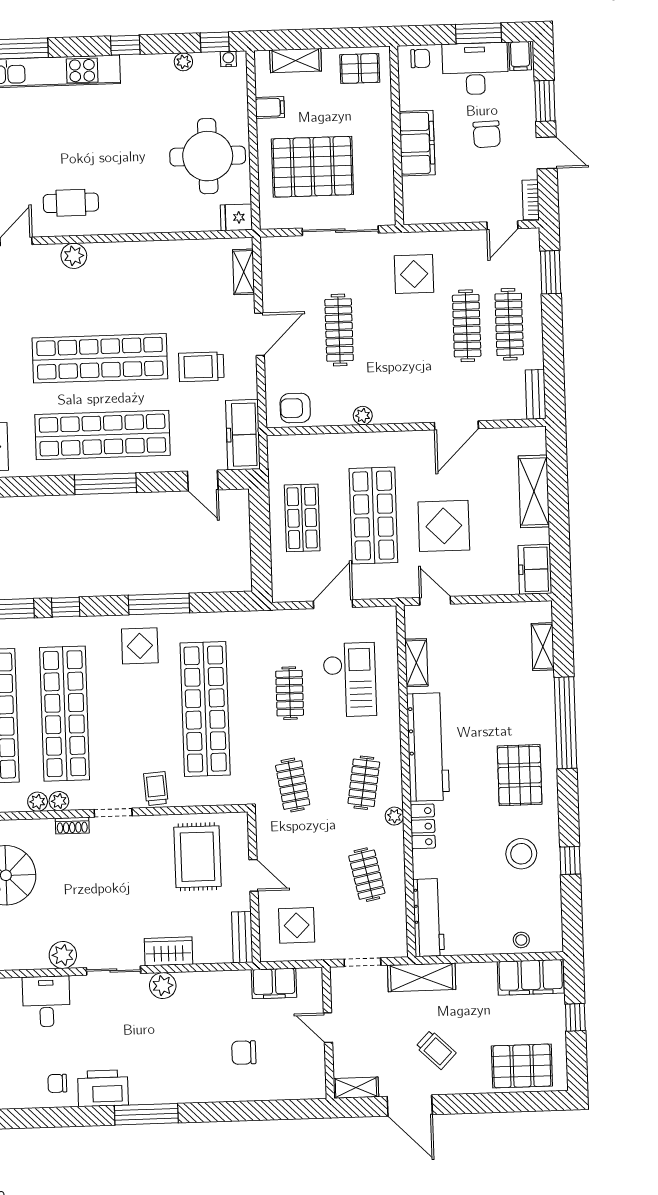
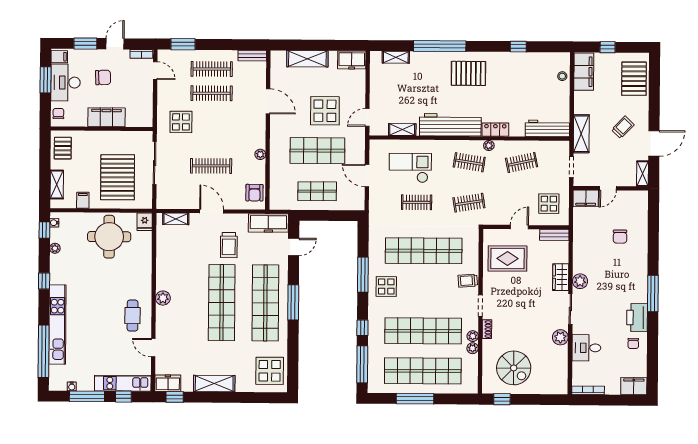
plant: (74, 256) -> (163, 298), moved
stool: (521, 854) -> (513, 74), removed
filing cabinet: (274, 983) -> (586, 198), moved, turned 90

